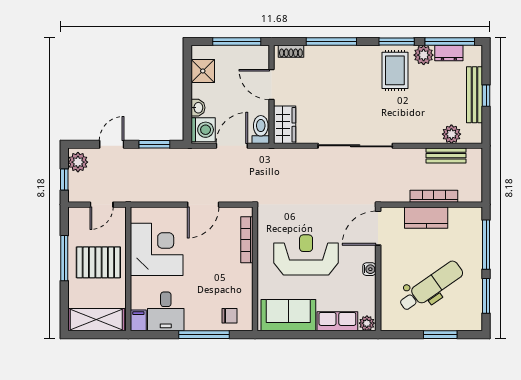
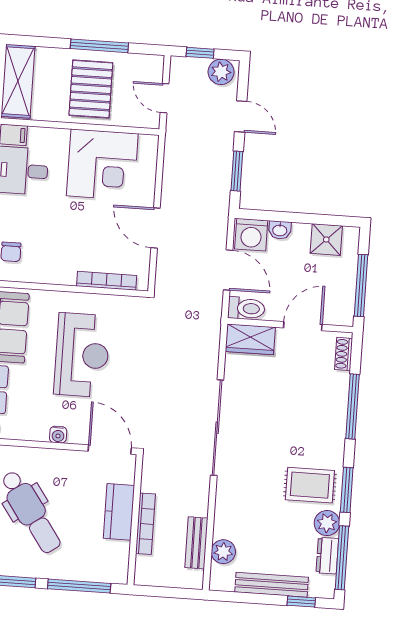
window: (486, 96) -> (301, 602), moved

